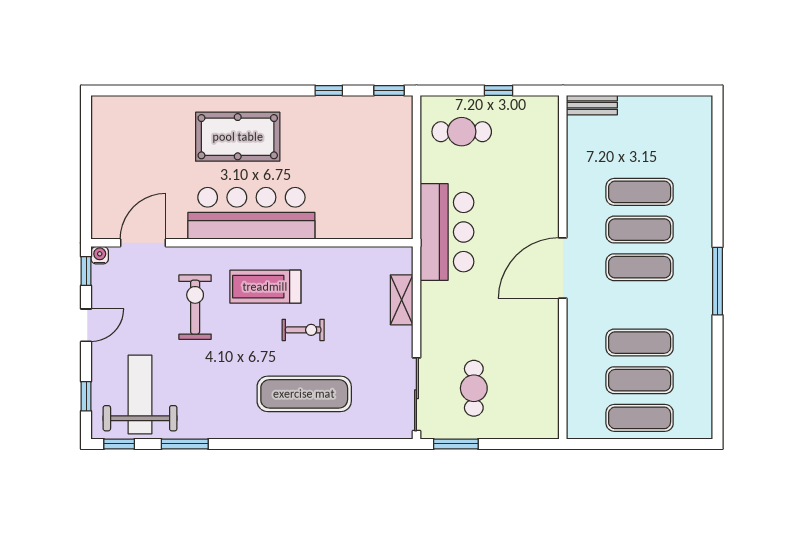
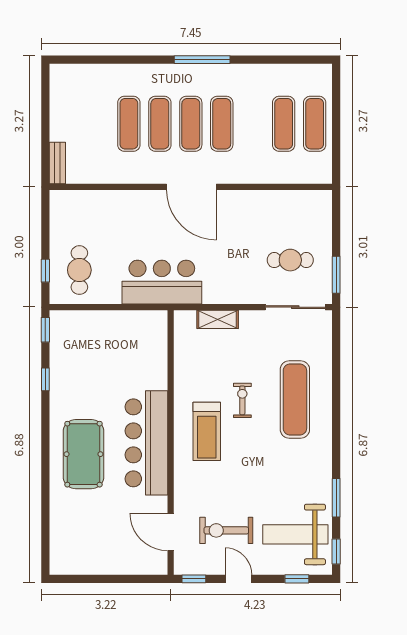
window: (499, 90) -> (45, 271), moved
water cooler: (100, 255) -> (181, 568), removed
exercise bike: (195, 307) -> (226, 530), moved
exercise mat: (640, 343) -> (222, 124), moved

